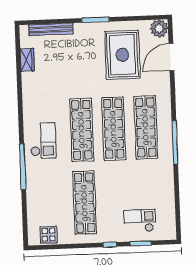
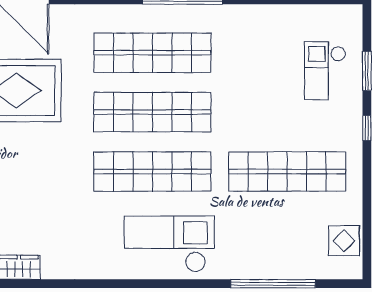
checkout: (43, 141) -> (169, 244), width x1.36, depth x1.21
window: (23, 167) -> (273, 284), moved

